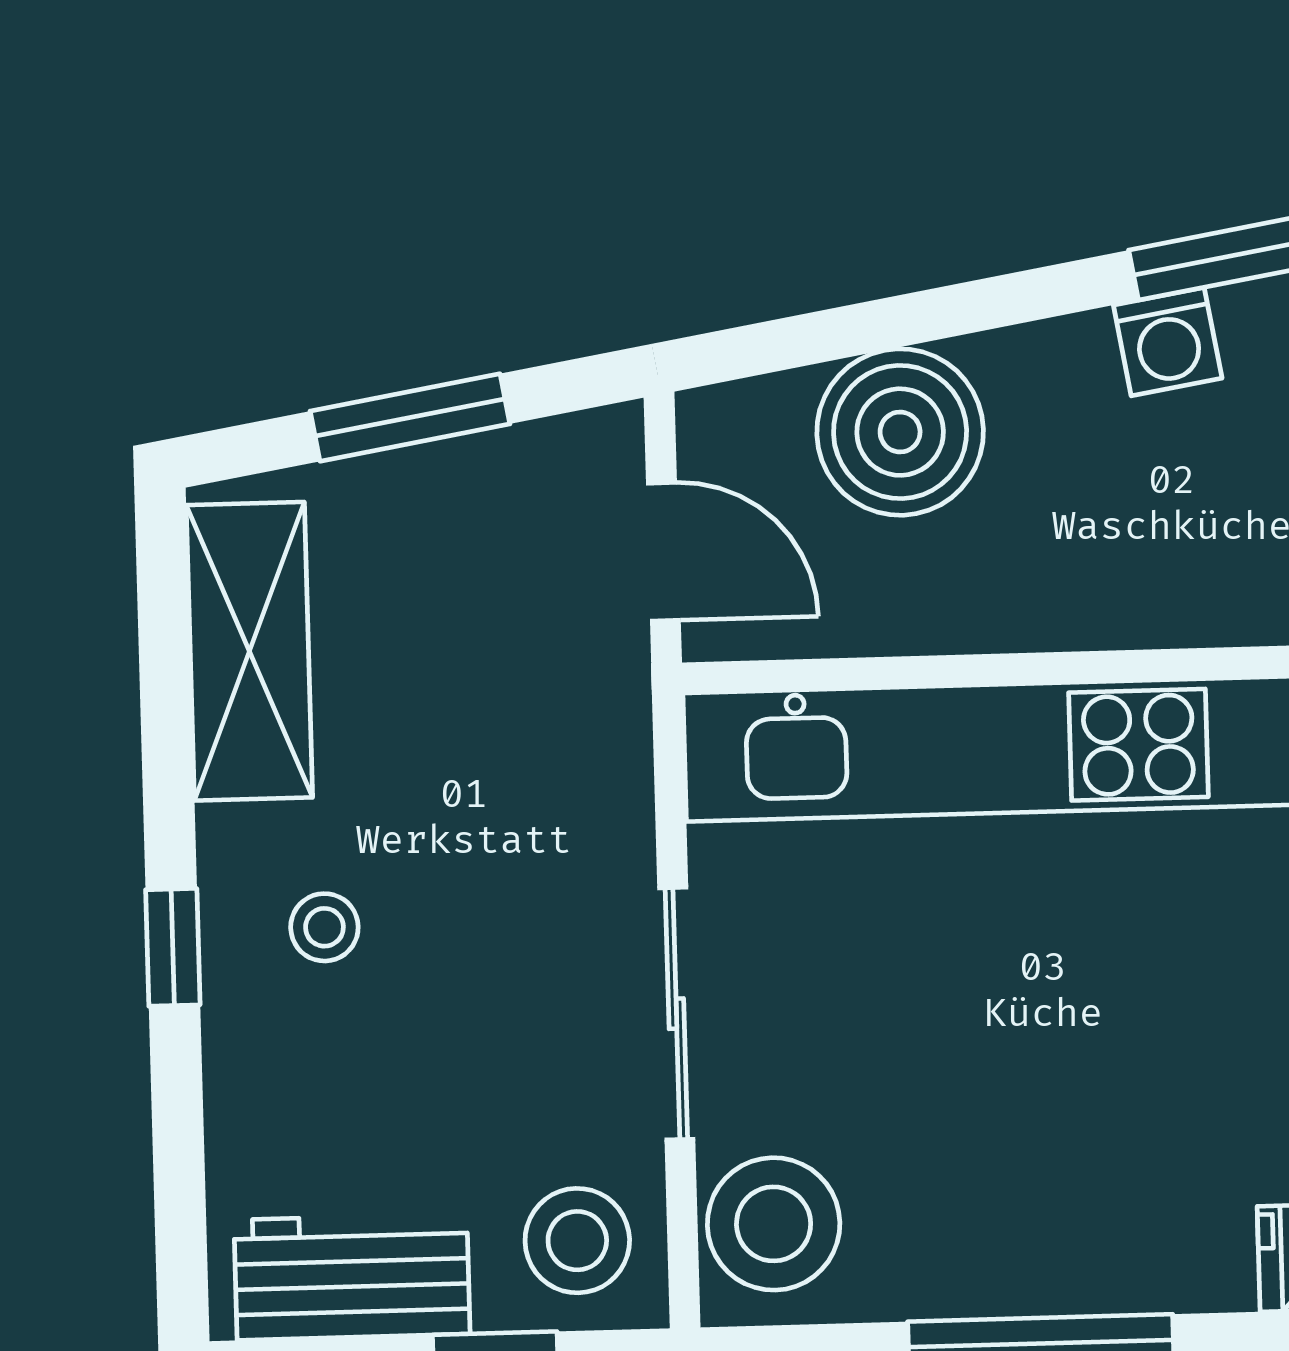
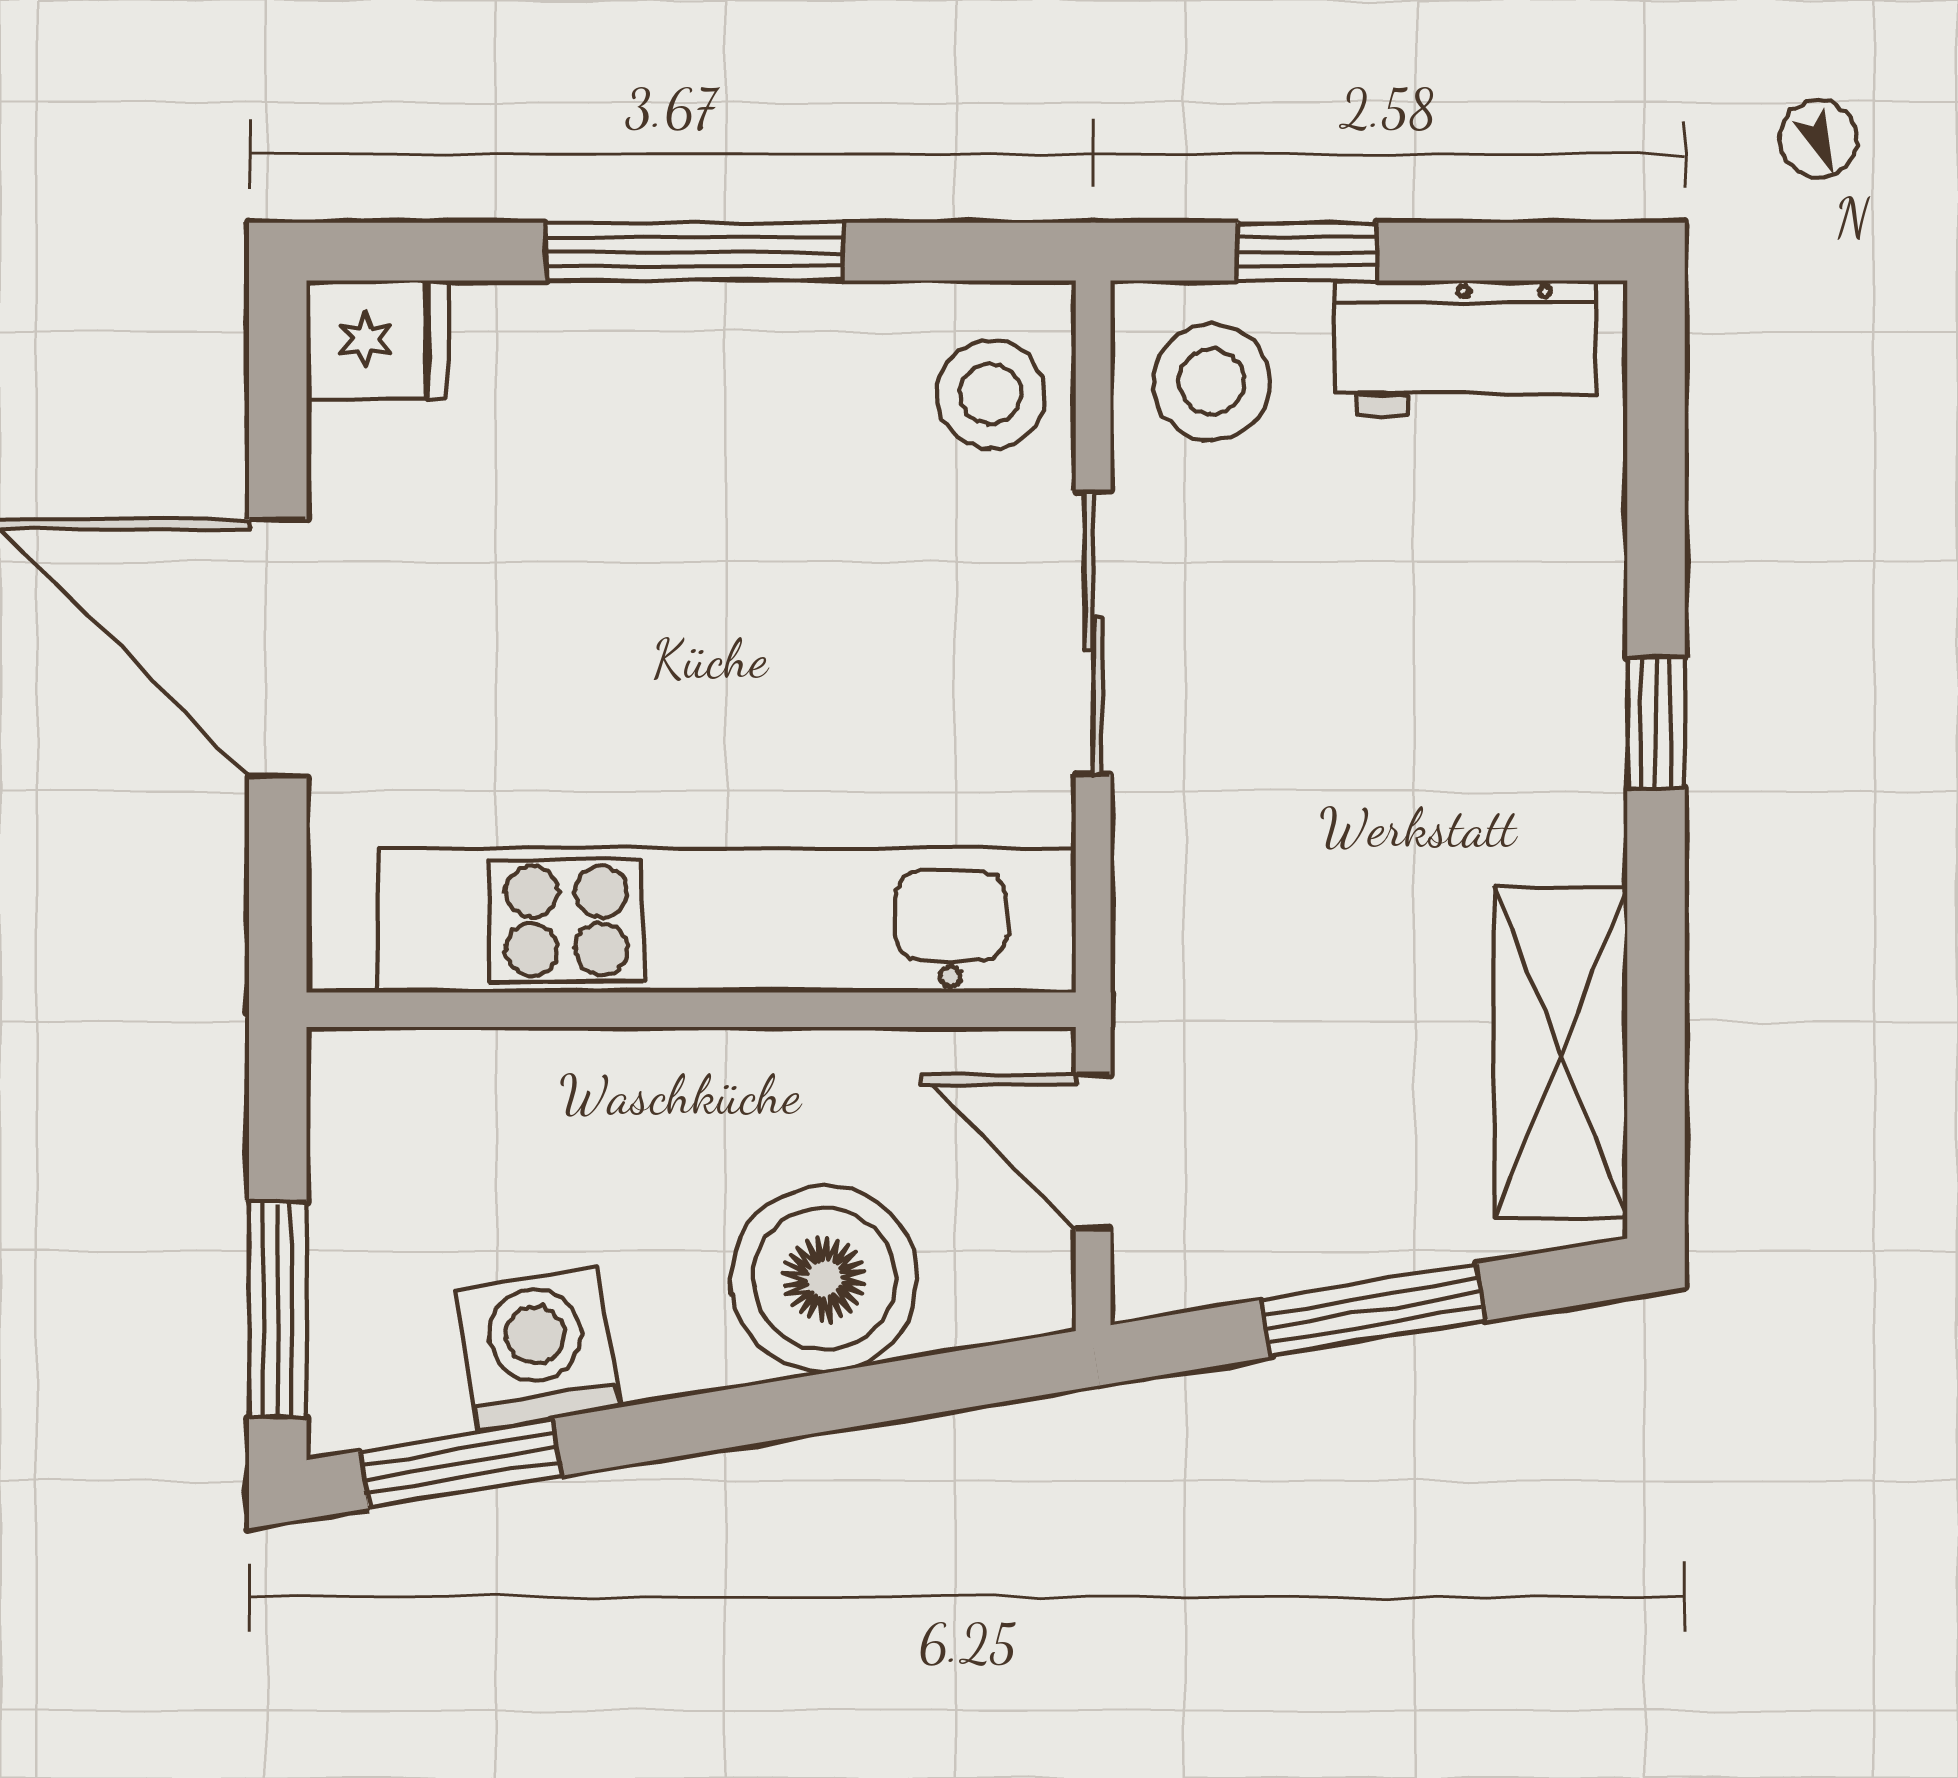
washing machine: (1168, 342) -> (537, 1349), width x1.38, depth x1.38
stool: (324, 927) -> (1485, 741), removed
stool: (774, 1224) -> (991, 394), width x0.73, depth x0.73

